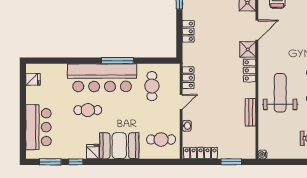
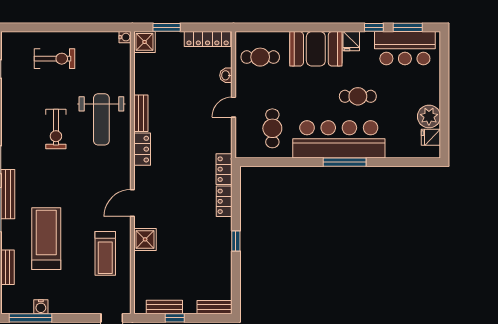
shower: (248, 49) -> (145, 42), moved
window: (117, 61) -> (345, 162), moved
locker: (188, 78) -> (224, 169), moved
plant: (34, 95) -> (429, 116), added
bench: (250, 112) -> (141, 113), moved
bar counter: (38, 127) -> (405, 48), moved, turned -90

